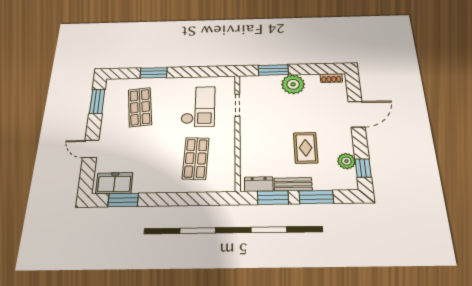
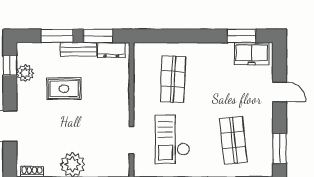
rug: (306, 148) -> (64, 89), turned 90

